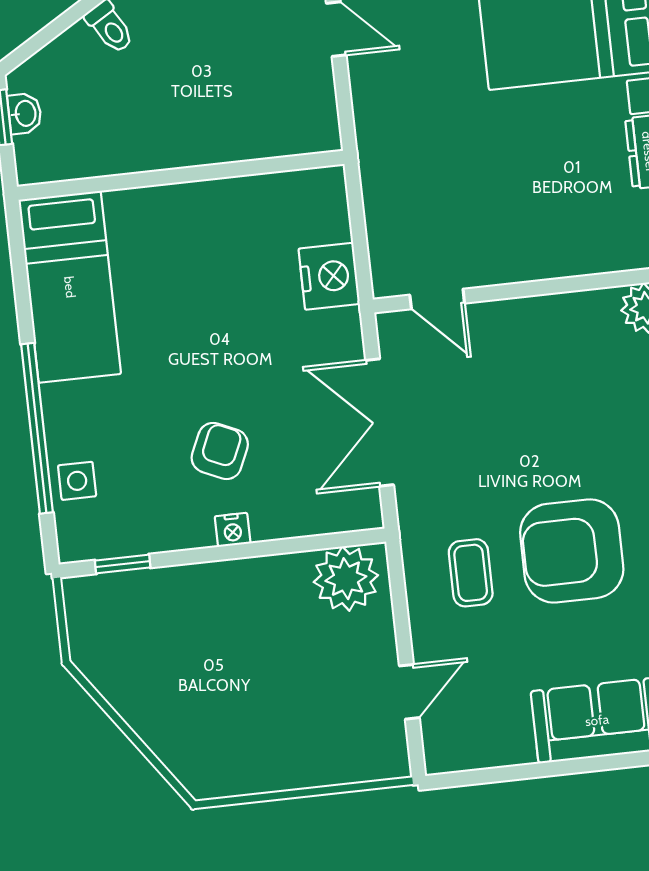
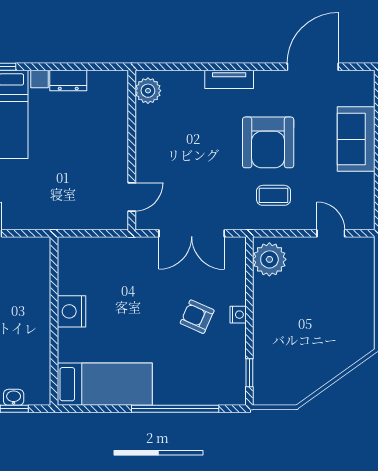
nightstand: (329, 276) -> (72, 311), moved, turned -90
side table: (77, 481) -> (204, 391), removed

